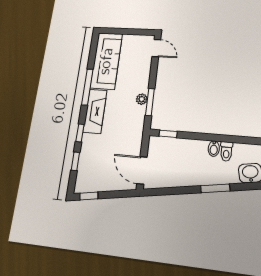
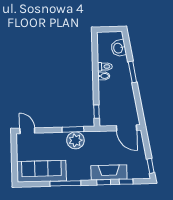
door: (156, 48) -> (27, 131), hinge flipped
plant: (142, 99) -> (75, 140), width x1.88, depth x1.88
fireplace: (95, 111) -> (109, 172), moved
door: (142, 170) -> (126, 128), hinge flipped

